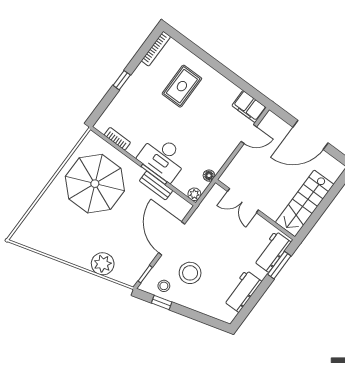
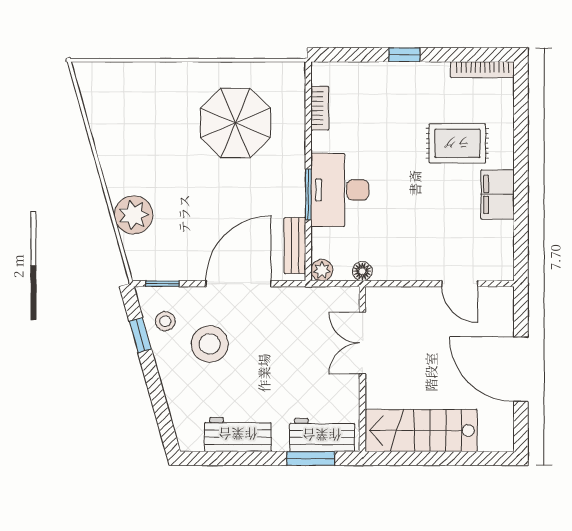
filing cabinet: (249, 107) -> (498, 194), moved
parasol: (95, 184) -> (235, 123), width x0.73, depth x0.73
bench: (156, 186) -> (295, 246), moved

